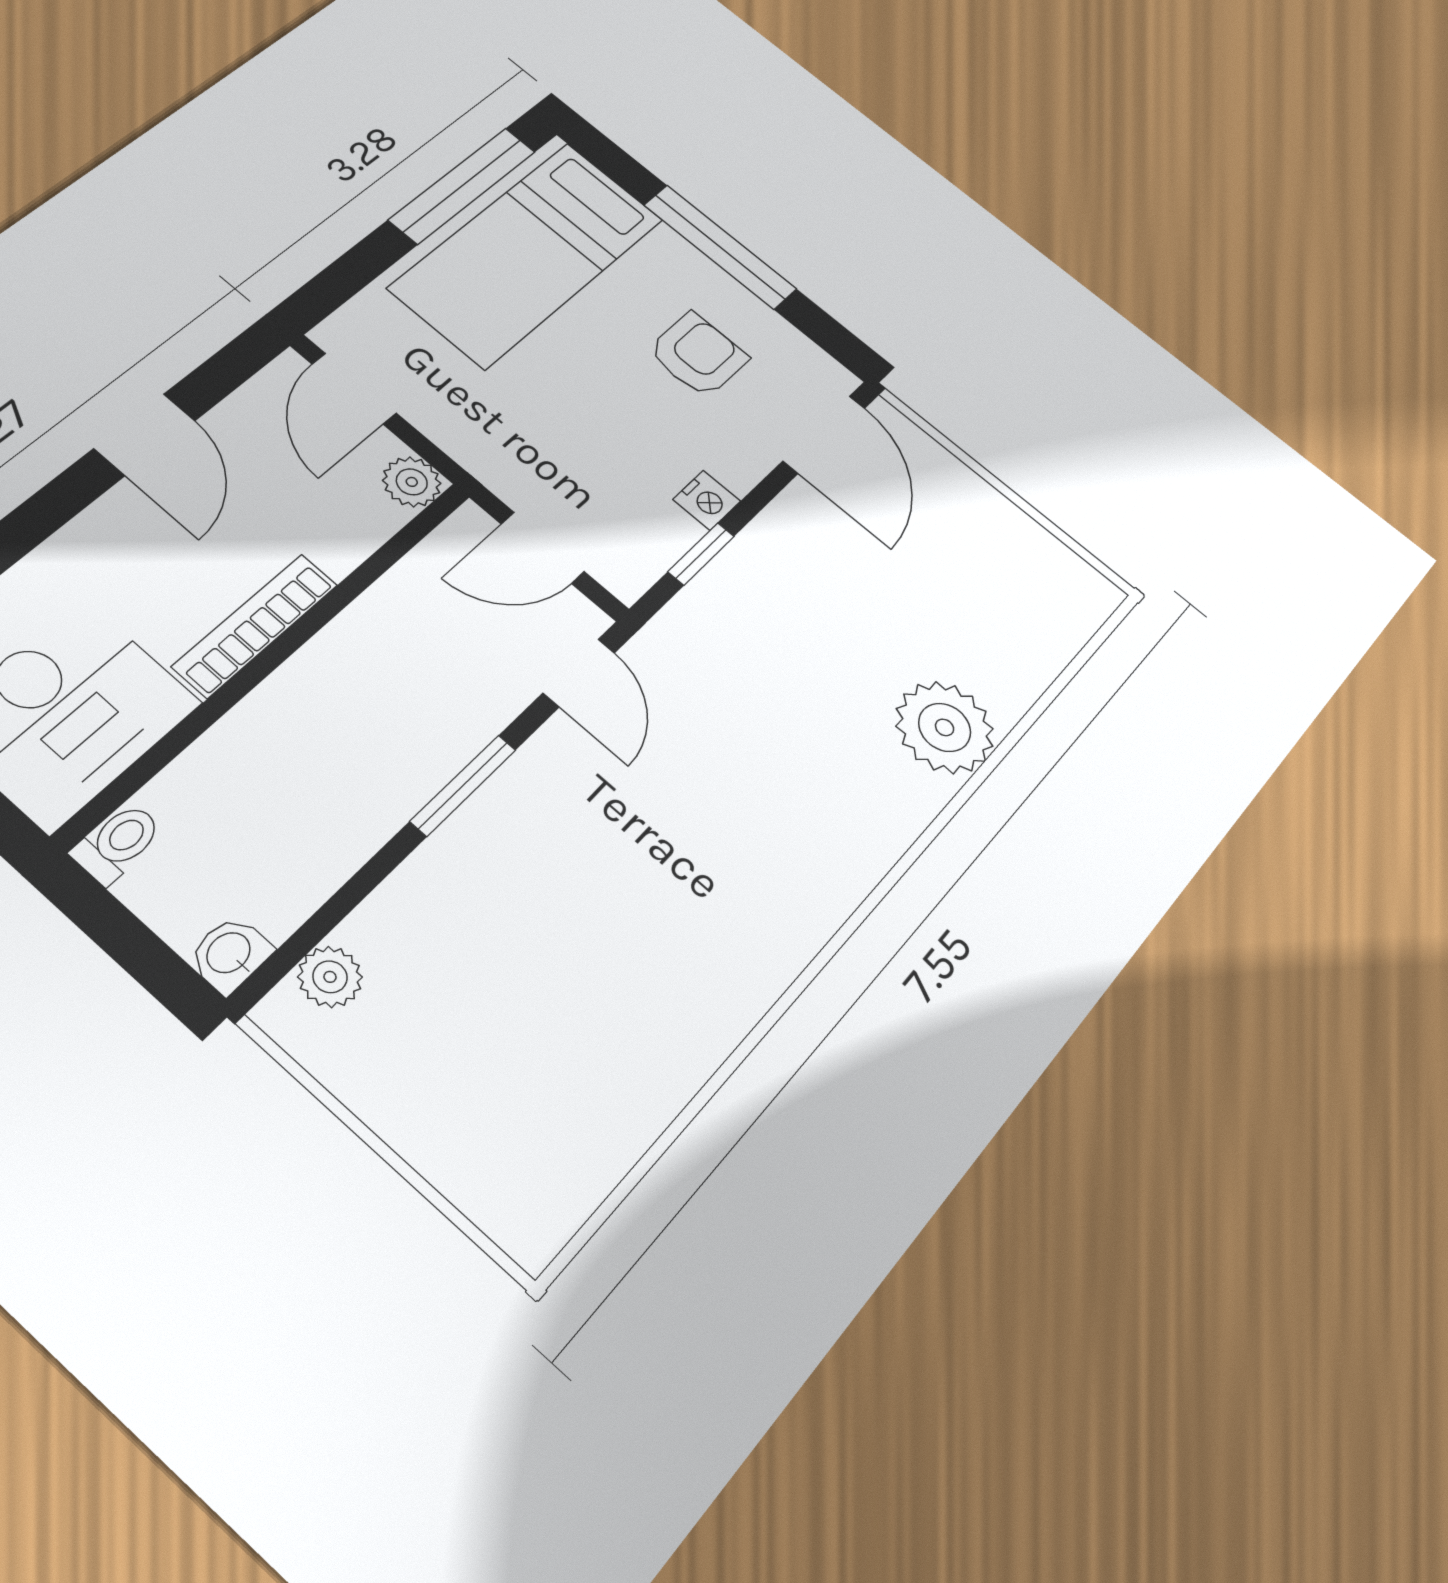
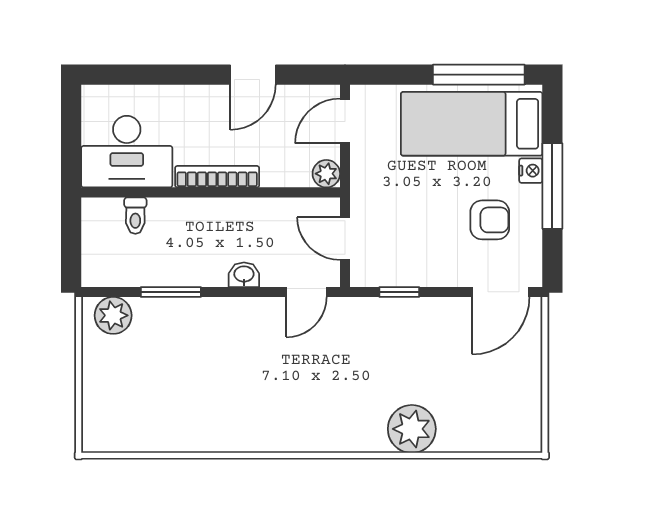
nightstand: (707, 500) -> (531, 171), moved, turned -90
window: (463, 785) -> (171, 292), moved
toilet: (118, 843) -> (135, 216), moved, turned 90
washbasin: (230, 954) -> (244, 275), moved
plant: (330, 977) -> (113, 315), width x1.38, depth x1.38

